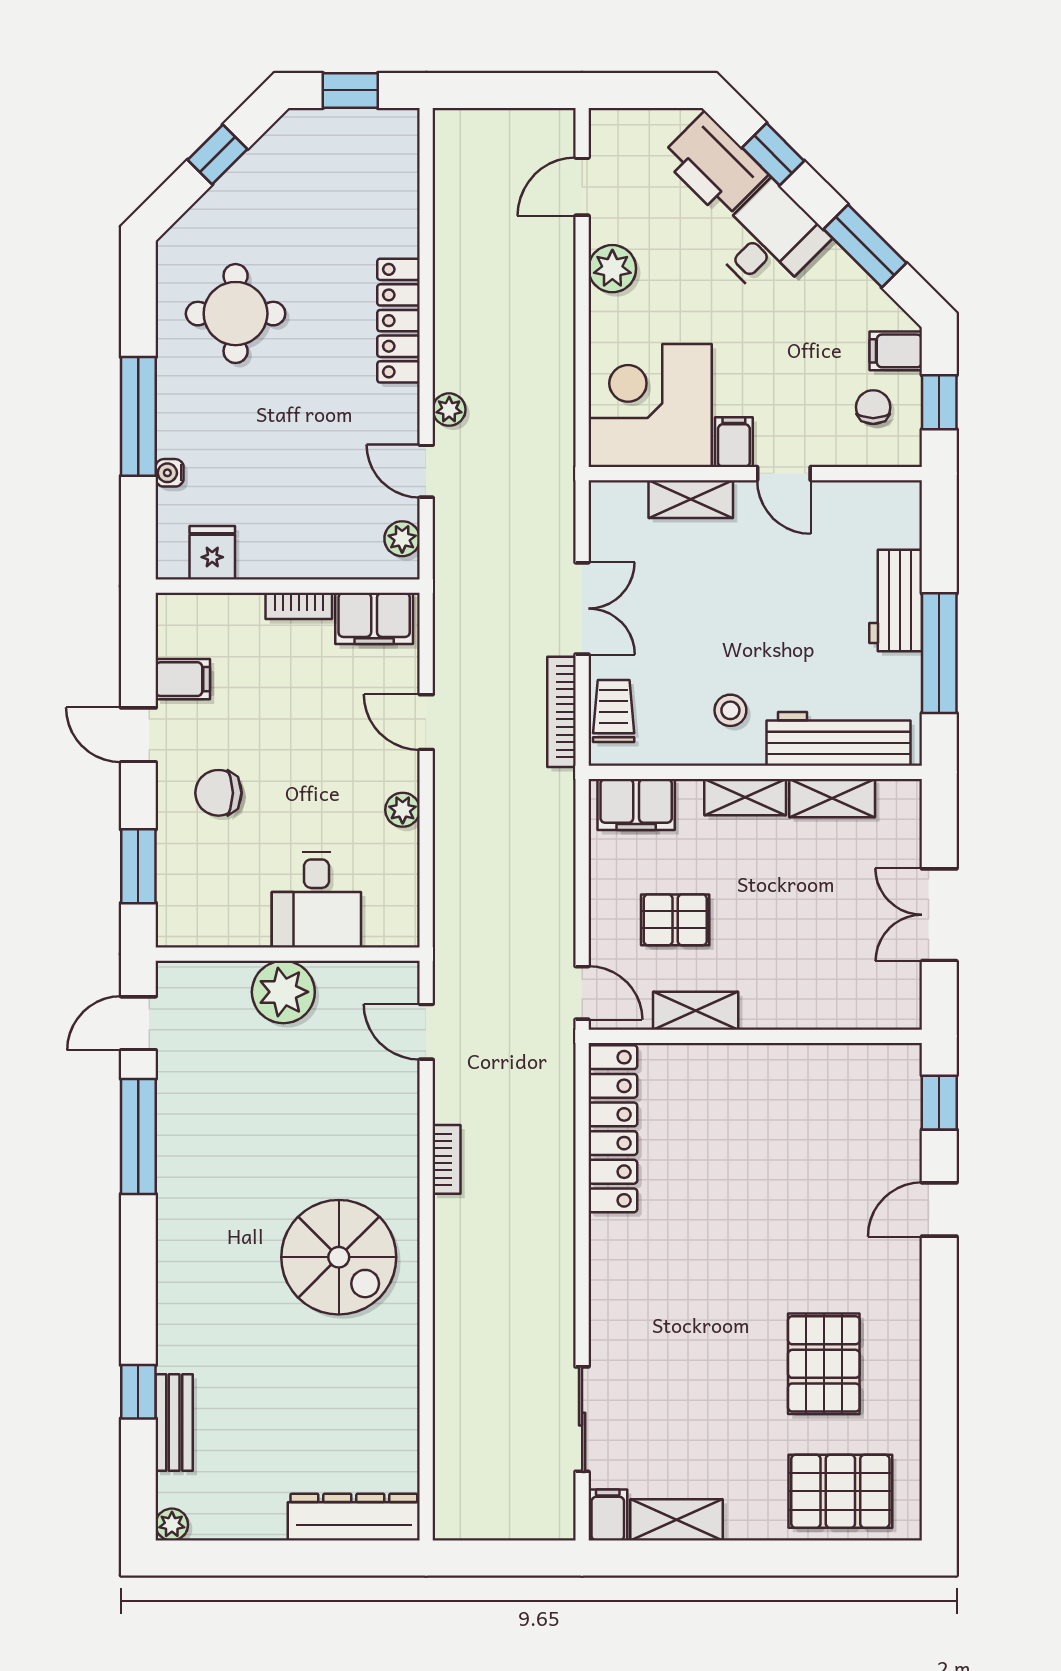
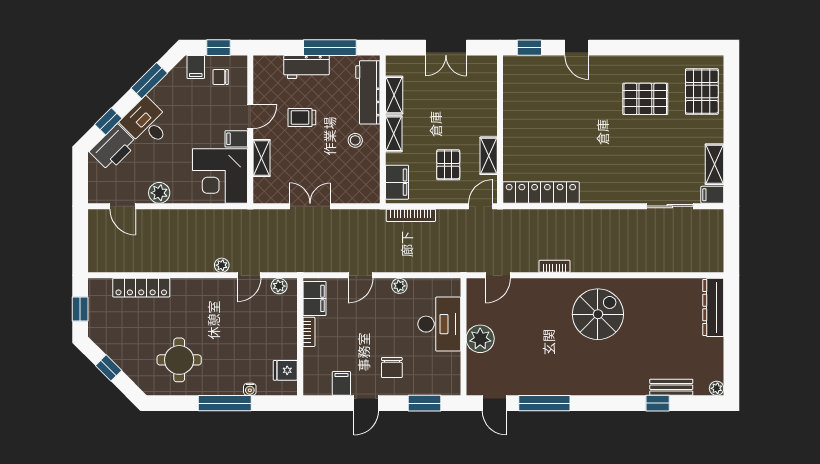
locker: (399, 321) -> (141, 288), moved
trolley: (614, 711) -> (302, 118), moved
bookcase: (561, 712) -> (411, 215), moved
desk: (316, 900) -> (439, 324), width x1.37

